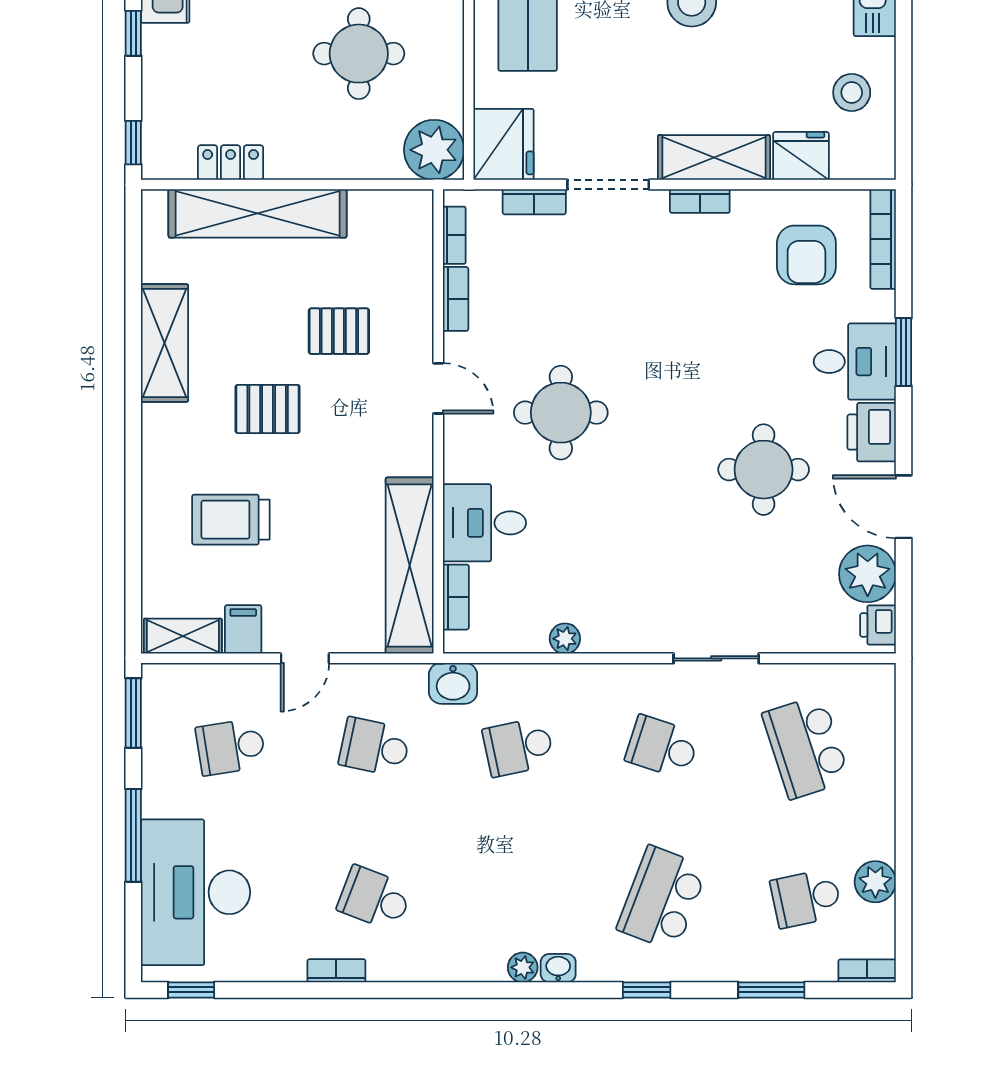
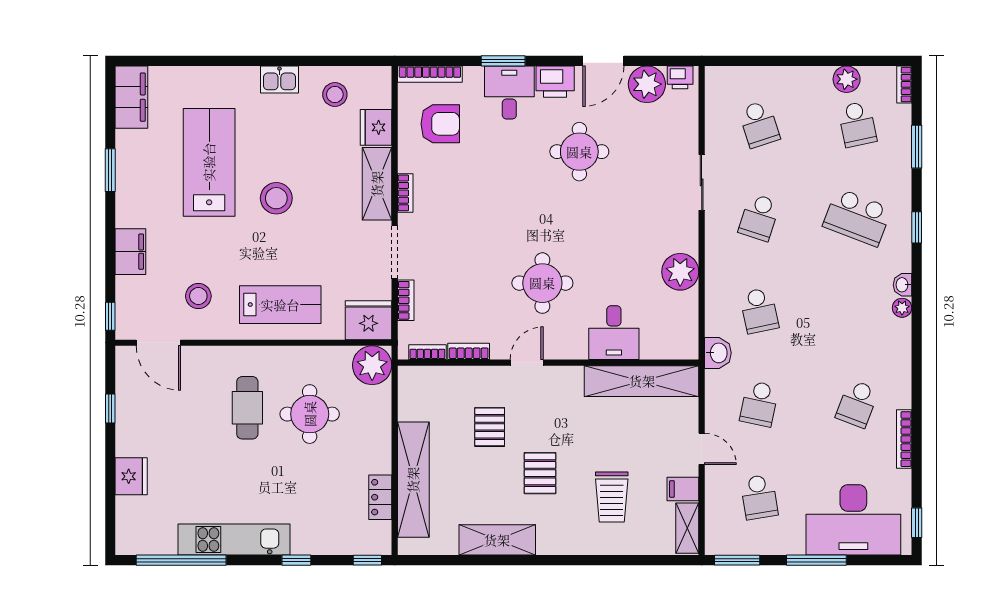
bookcase: (456, 597) -> (662, 351), removed
plant: (565, 639) -> (680, 272), width x1.87, depth x1.87
school desk: (806, 747) -> (759, 124), width x0.54
bookcase: (336, 971) -> (904, 439), width x1.56

